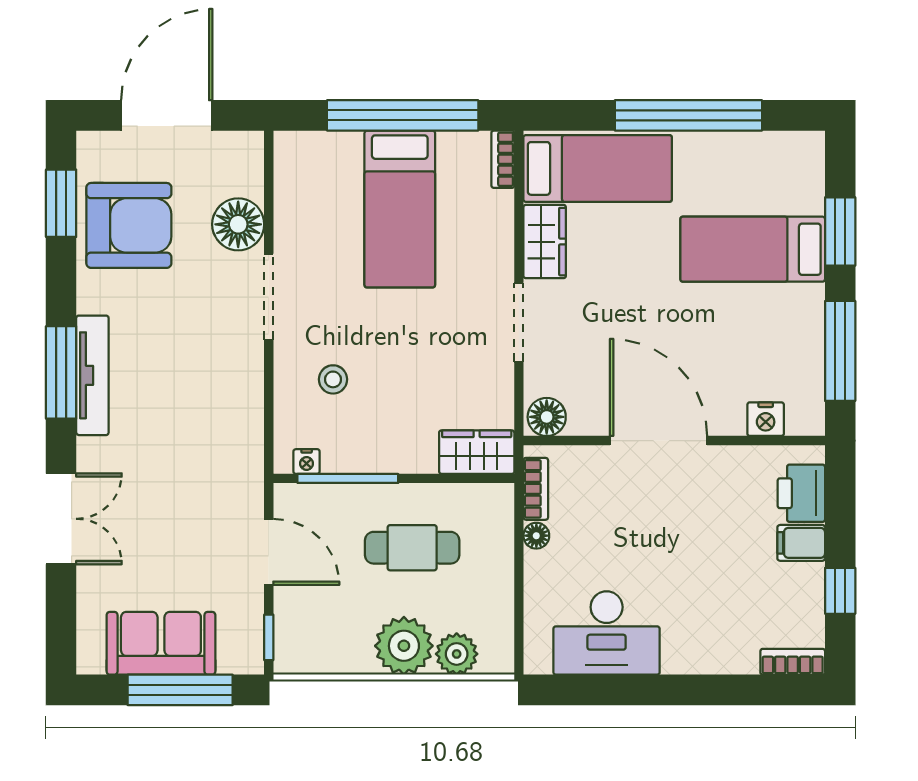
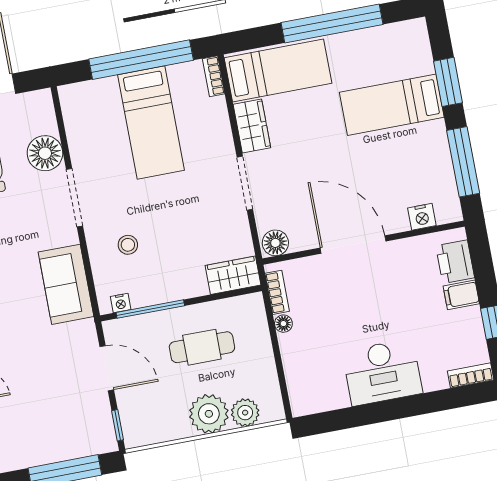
desk: (607, 633) -> (382, 372), moved
sofa: (161, 643) -> (66, 284), moved, turned -90

